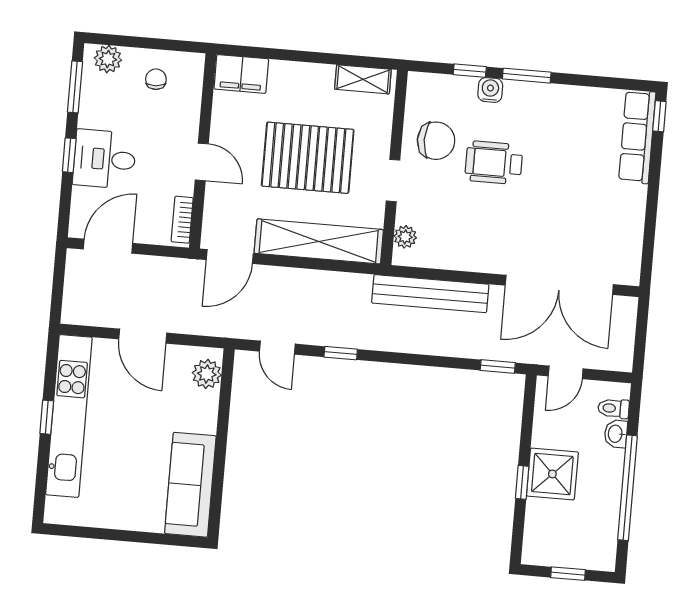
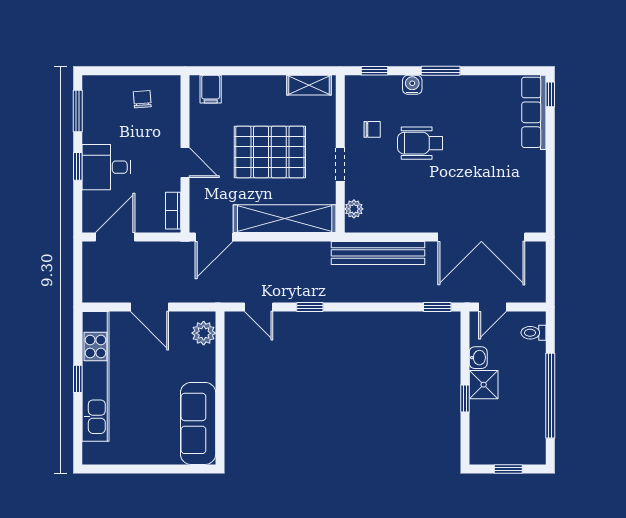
plant: (108, 59) -> (102, 86), removed
window: (470, 71) -> (374, 71), moved
filing cabinet: (241, 74) -> (211, 89), width x0.50
chair: (436, 141) -> (372, 129), width x0.54, depth x0.54
washbasin: (616, 434) -> (478, 358), moved, turned 180
shower: (552, 474) -> (484, 385), width x0.73, depth x0.73

